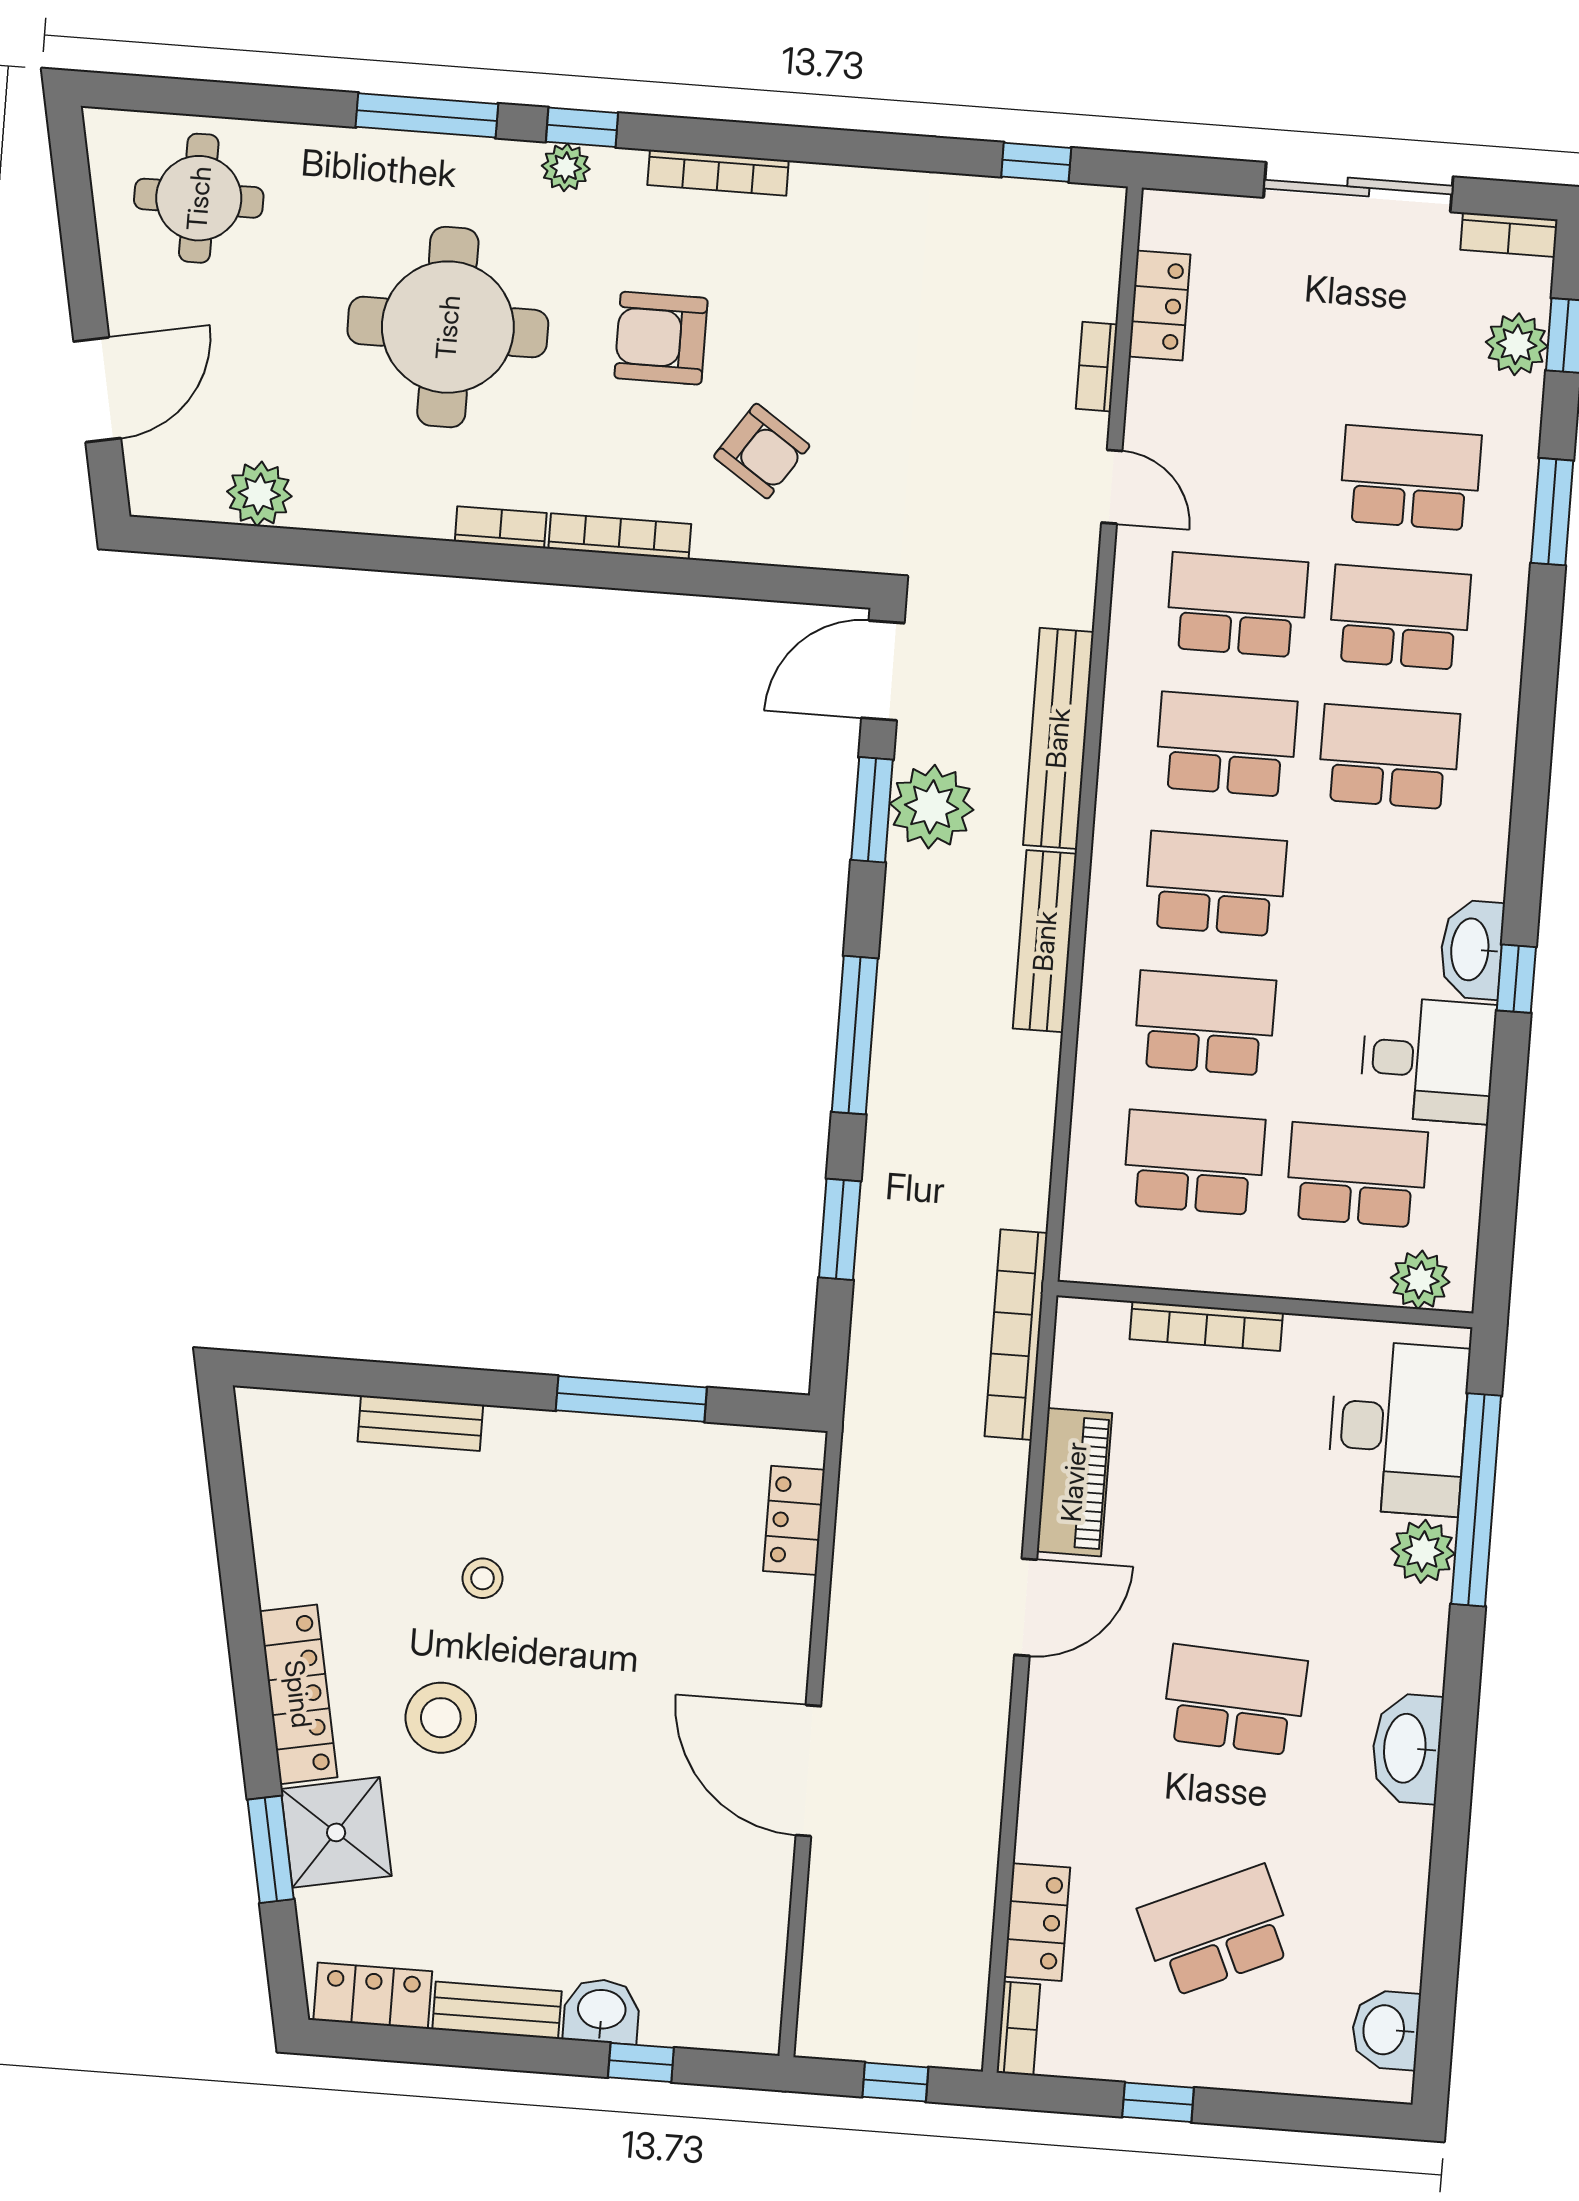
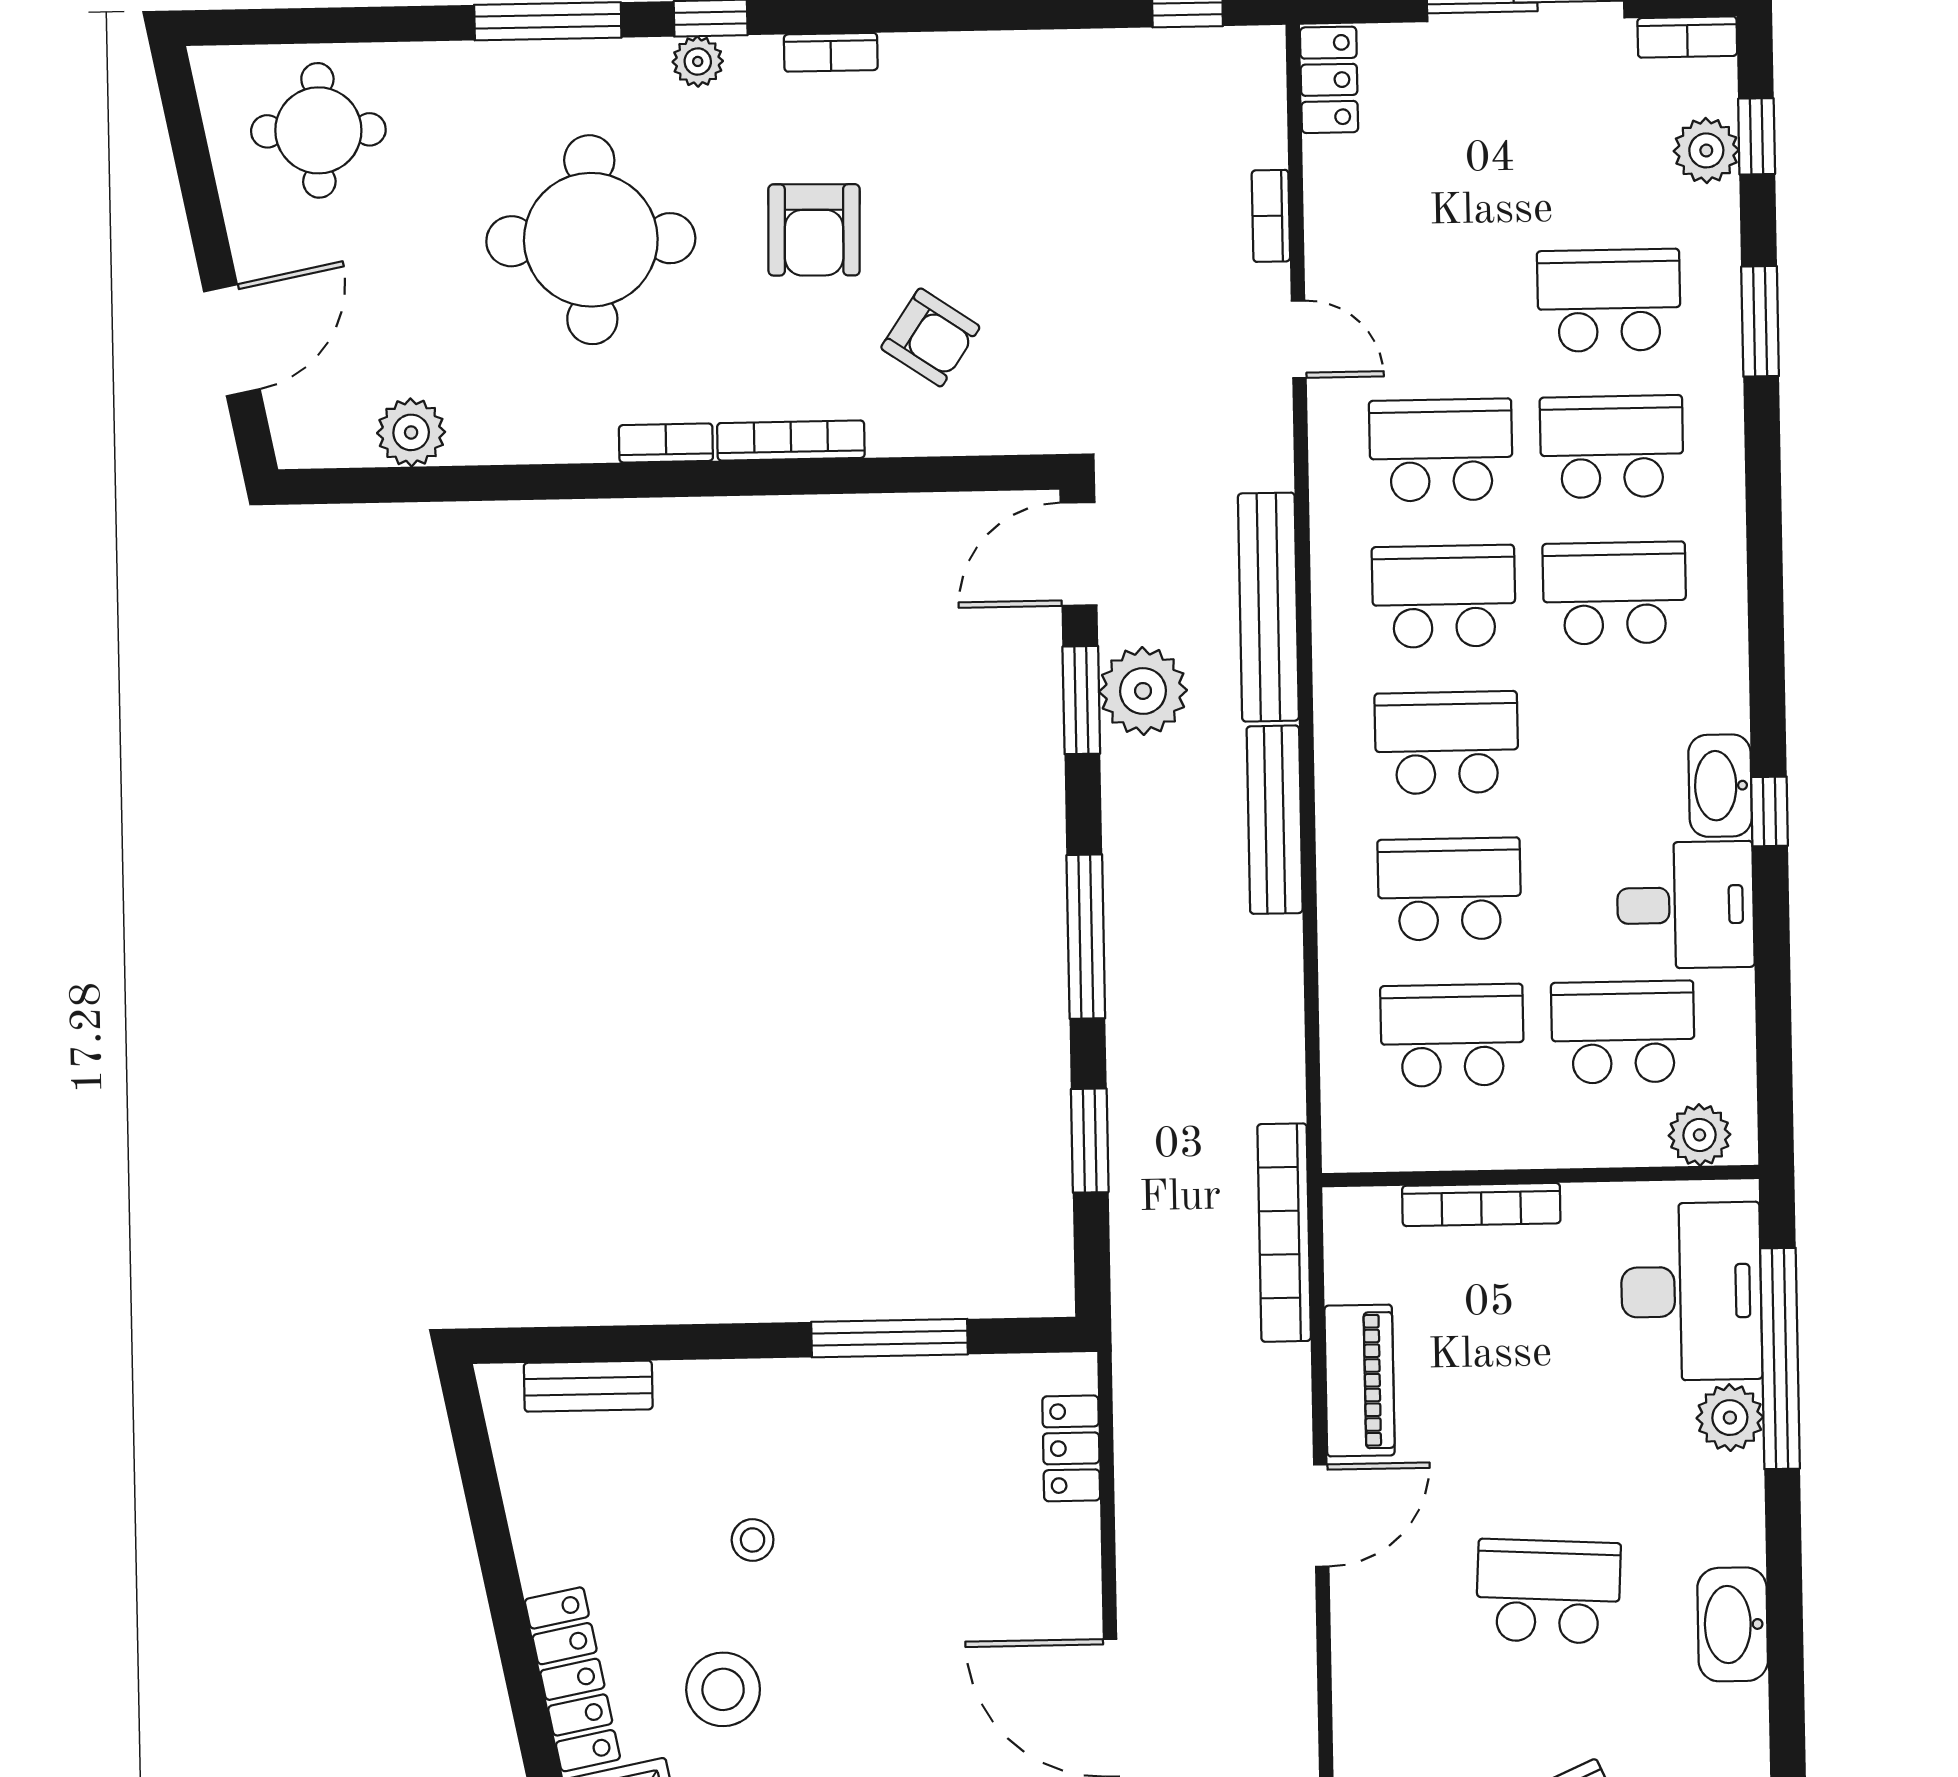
bookcase: (718, 173) -> (831, 52), width x0.64
locker: (1160, 305) -> (1329, 80), moved
armchair: (661, 338) -> (814, 230), turned -89
bench: (420, 1423) -> (588, 1386), moved

